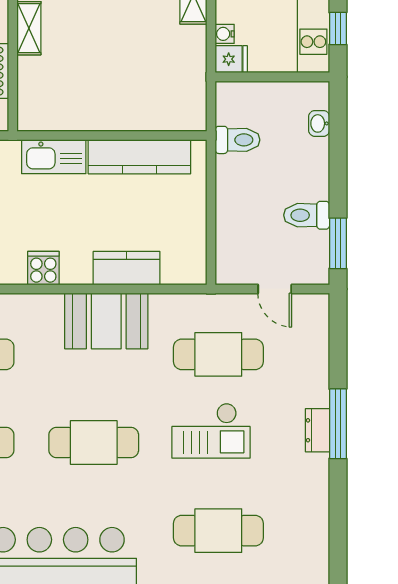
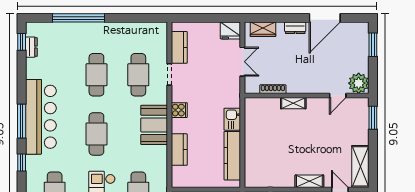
kitchen sink: (54, 157) -> (232, 119), width x0.73
booth: (106, 321) -> (154, 125), moved

